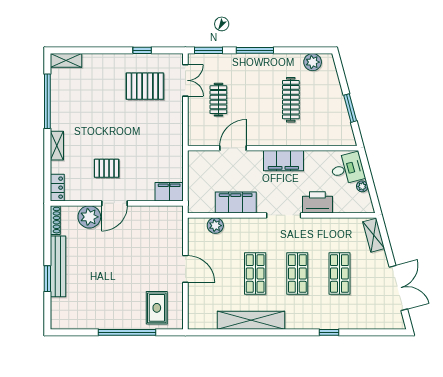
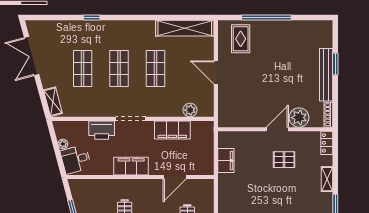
filing cabinet: (169, 192) -> (226, 161), moved, turned -90
shelving: (251, 320) -> (185, 28), moved

